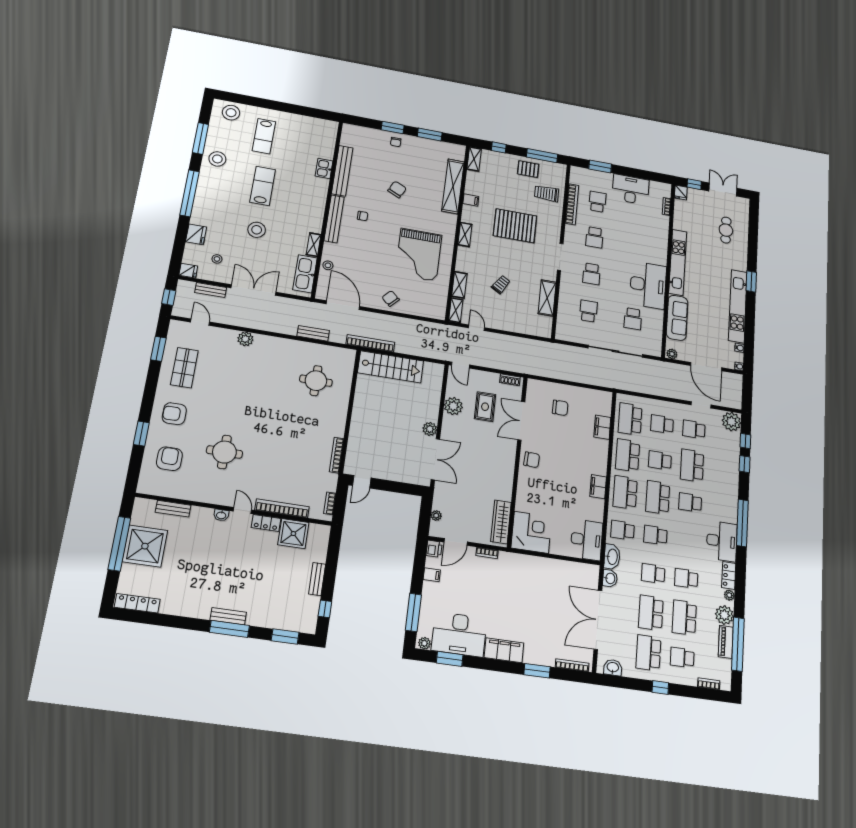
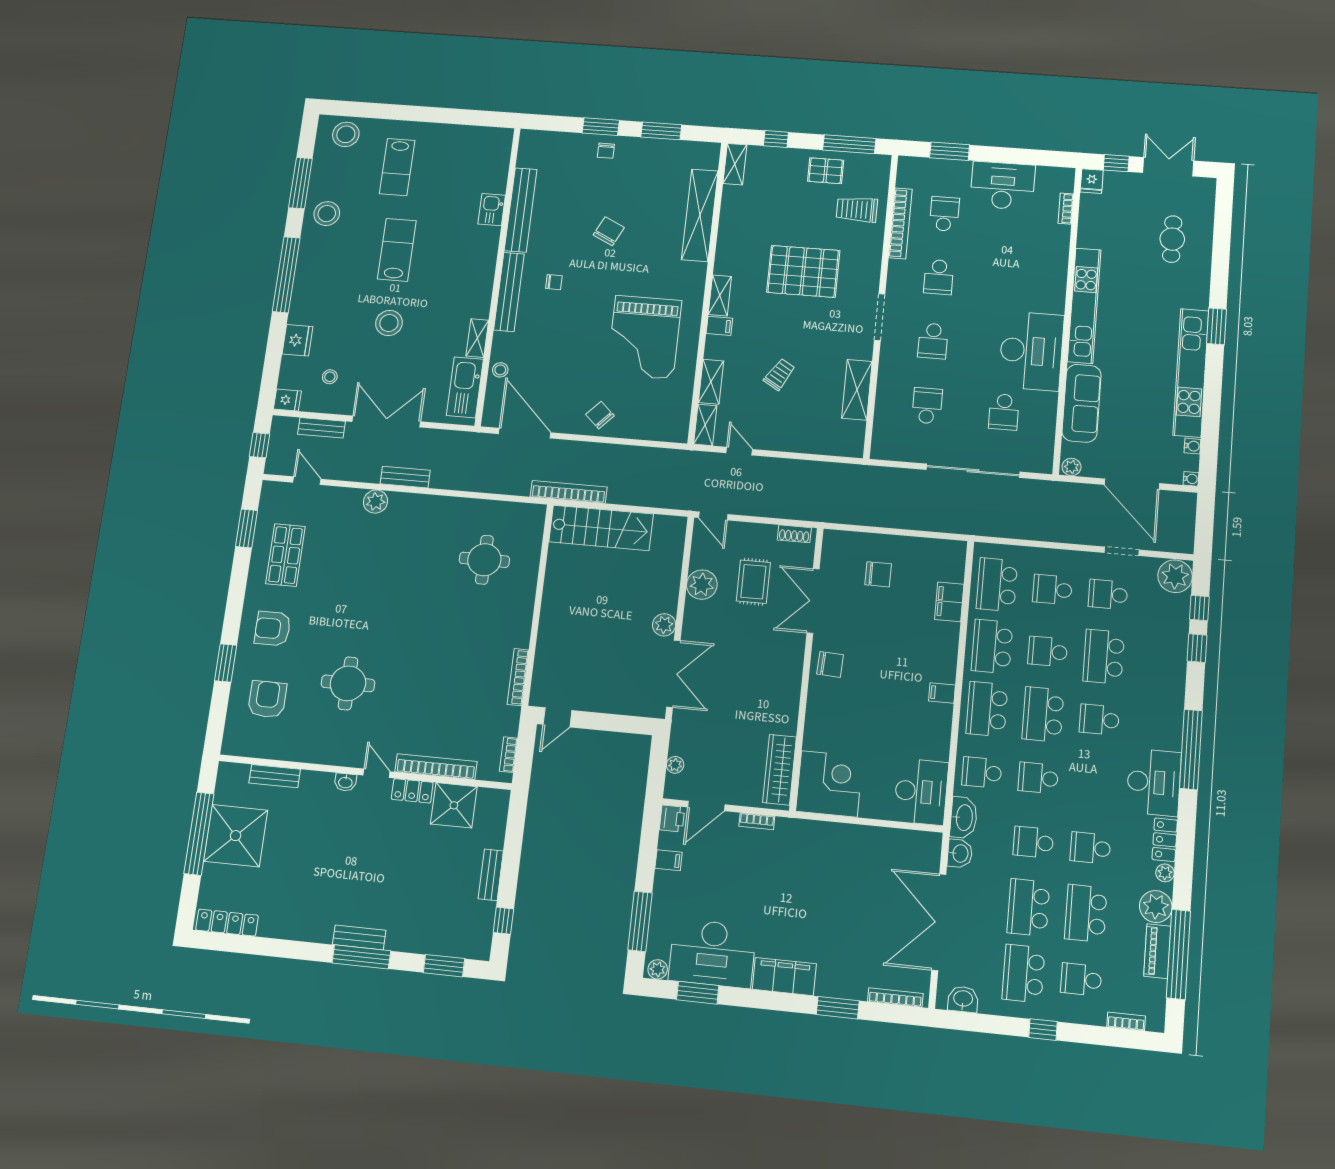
filing cabinet: (471, 200) -> (719, 326), moved
bench: (313, 333) -> (405, 477), moved
filing cabinet: (598, 487) -> (942, 693), width x0.50

